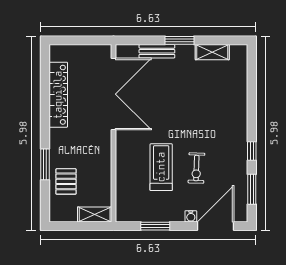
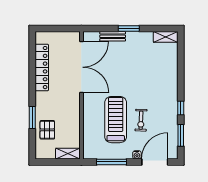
shelving: (212, 52) -> (166, 37), moved
treadmill: (161, 167) -> (116, 120), width x1.37, depth x1.38
window: (155, 226) -> (111, 162), width x1.44

